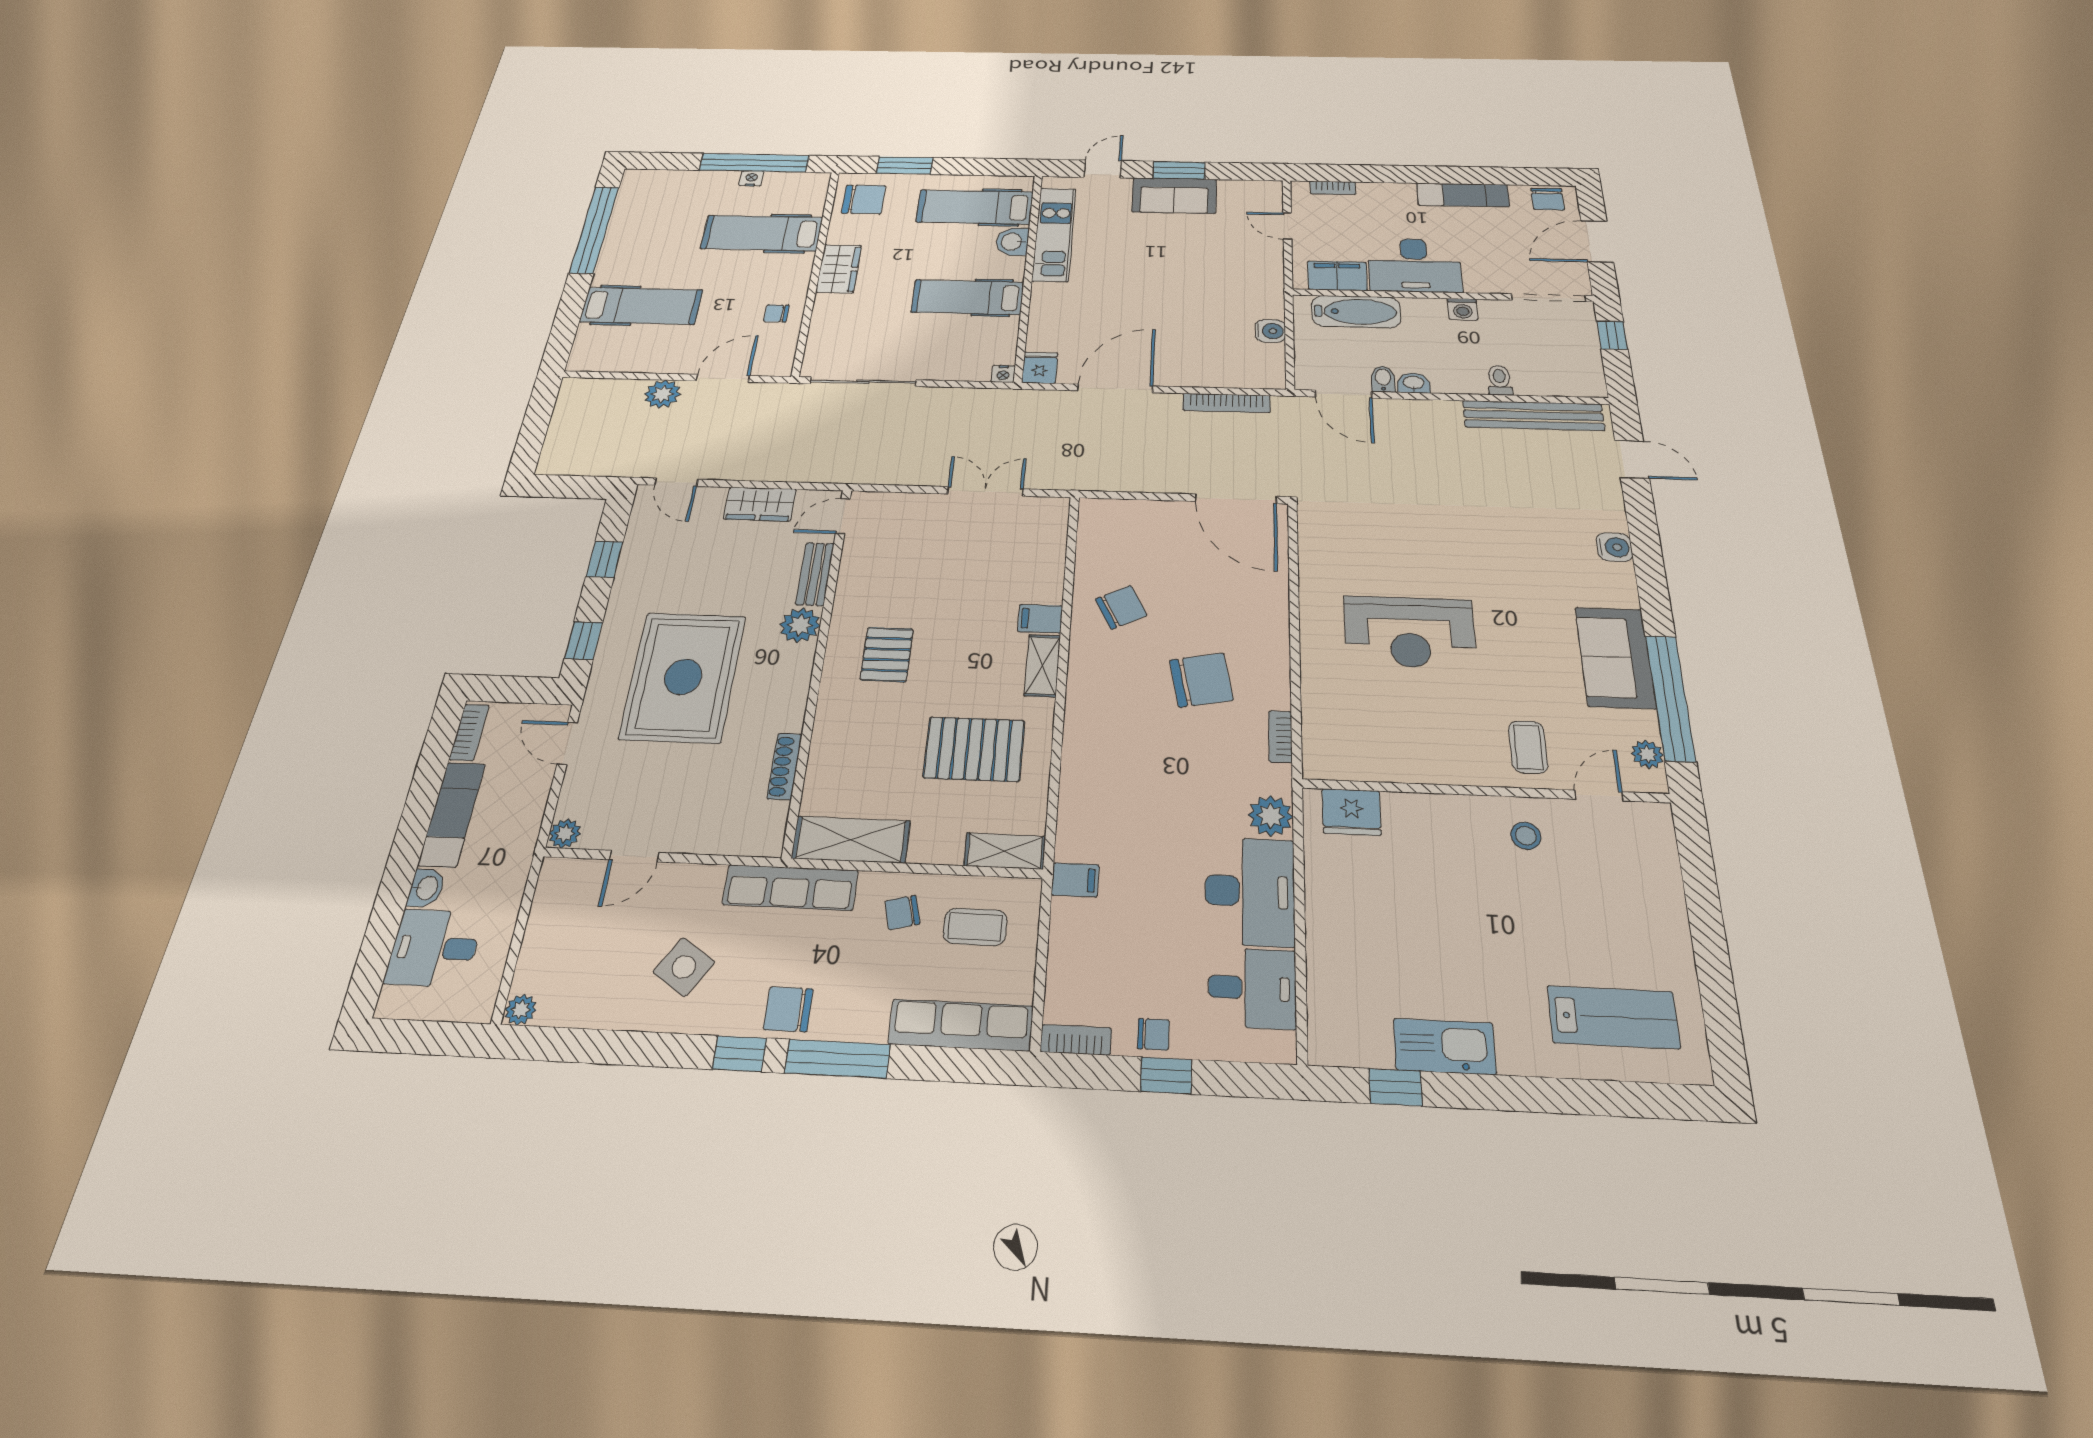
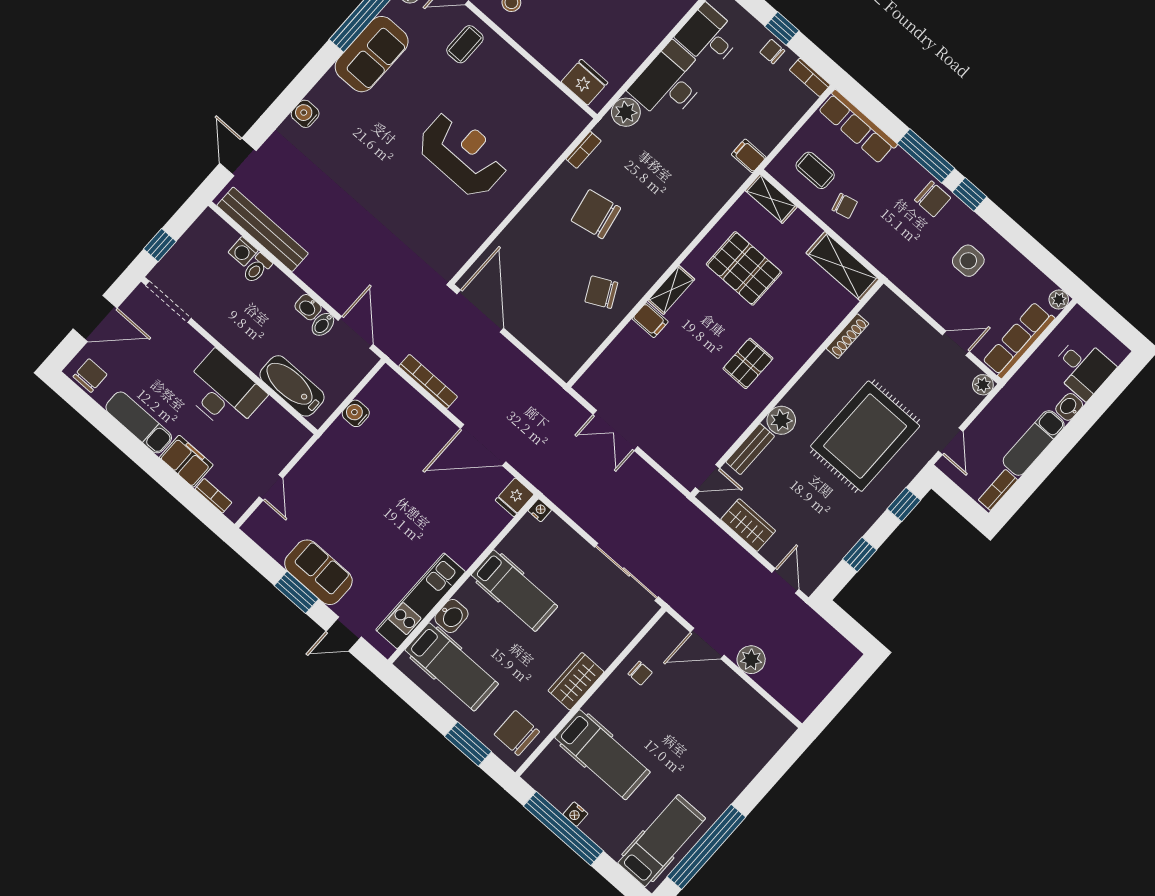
filing cabinet: (1337, 276) -> (186, 461), moved, turned 180
hospital bed: (641, 306) -> (662, 841), moved, turned 90
washing machine: (1463, 309) -> (243, 251), moved, turned 180
row of seats: (790, 887) -> (1019, 340), moved, turned -90
side table: (684, 967) -> (968, 261), turned -33

